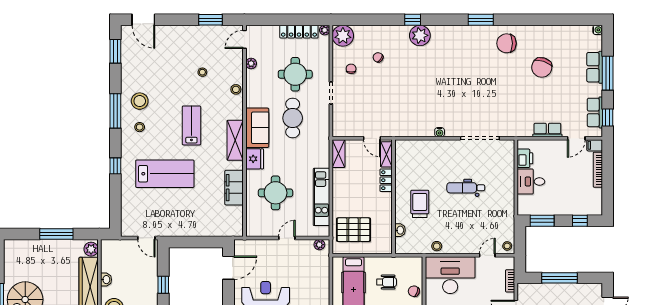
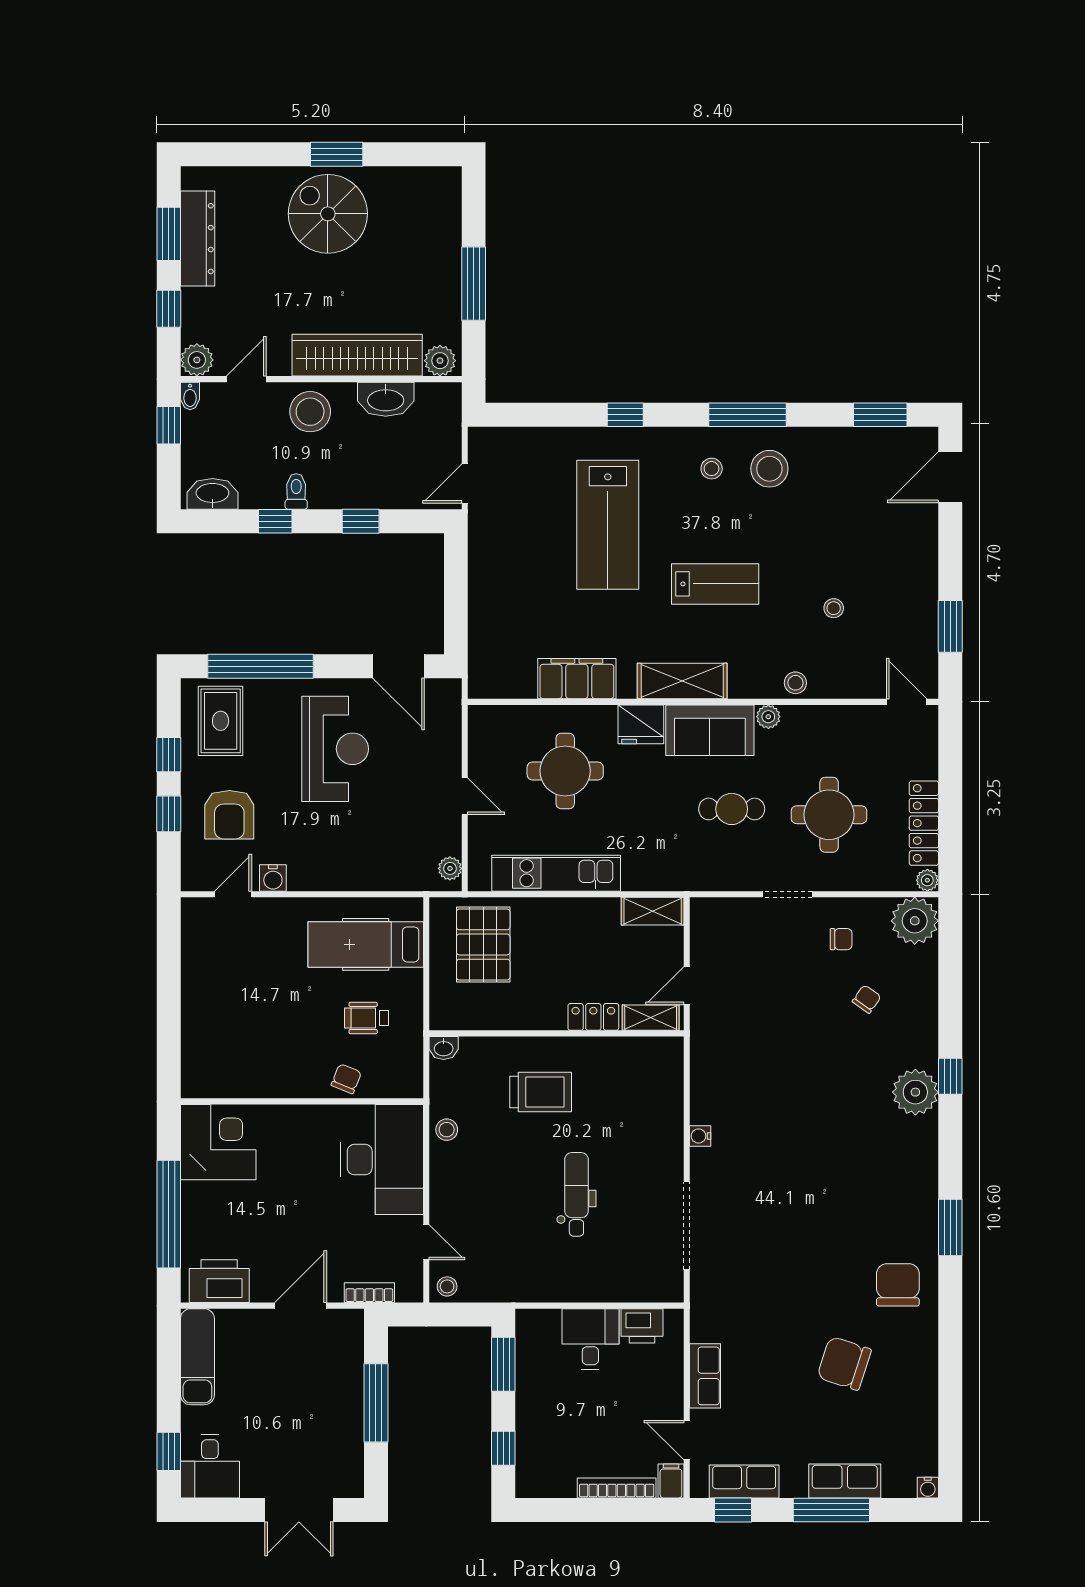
plant: (251, 63) -> (768, 717), moved
cafe table: (293, 118) -> (732, 809), width x0.73, depth x0.74
washbasin: (400, 230) -> (444, 1048), moved
washbasin: (106, 280) -> (386, 399), width x1.91, depth x1.45
wheelchair: (387, 282) -> (367, 1018), turned 90

